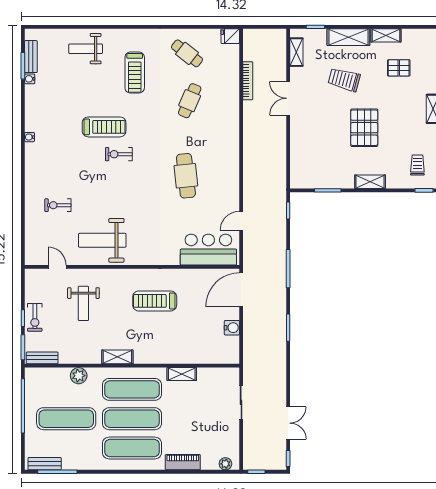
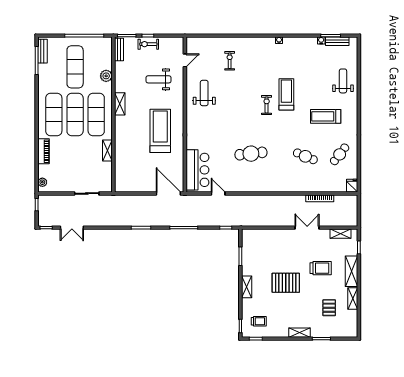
trolley: (344, 80) -> (321, 268), turned 75
treadmill: (104, 127) -> (286, 94), turned 180
weight bench: (102, 240) -> (204, 93), width x0.73, depth x0.75
treadmill: (155, 301) -> (160, 131), width x1.37, depth x1.38
water cooler: (232, 328) -> (141, 187), removed

